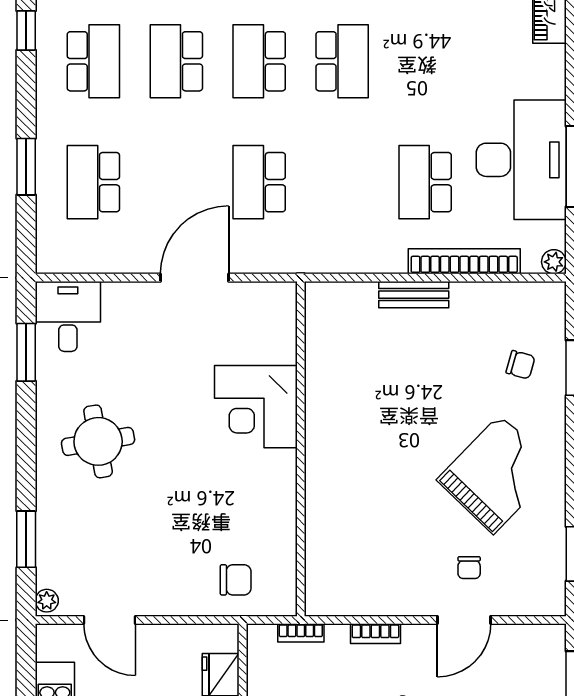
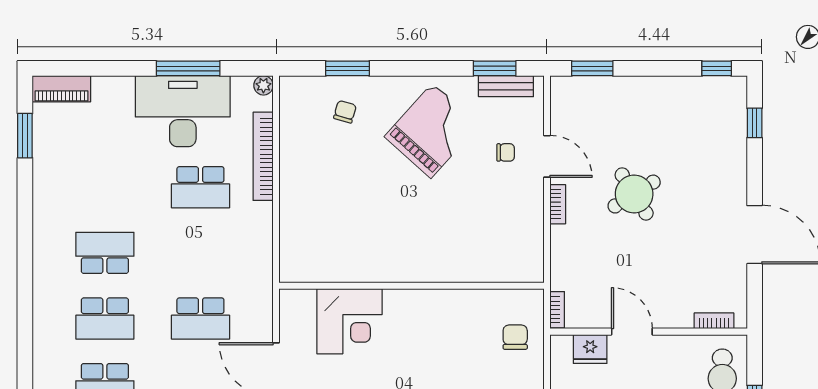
bench: (414, 295) -> (506, 86), moved, turned 90
corner desk: (256, 407) -> (349, 321), moved
grand piano: (497, 474) -> (432, 131), turned 88
bookcase: (301, 633) -> (557, 310), moved
bookcase: (375, 634) -> (558, 204), moved

